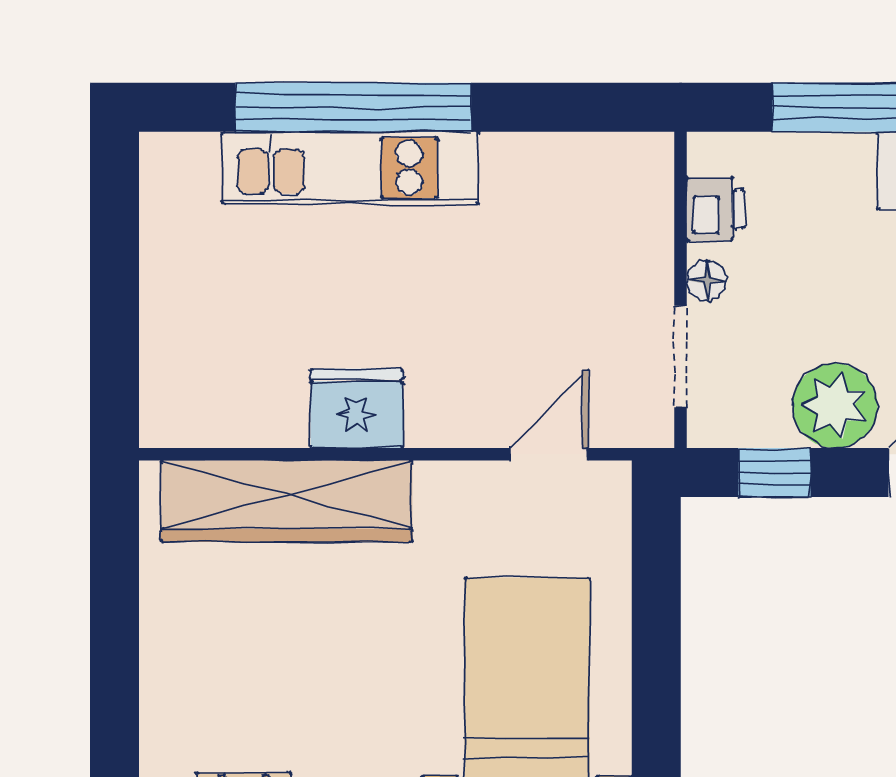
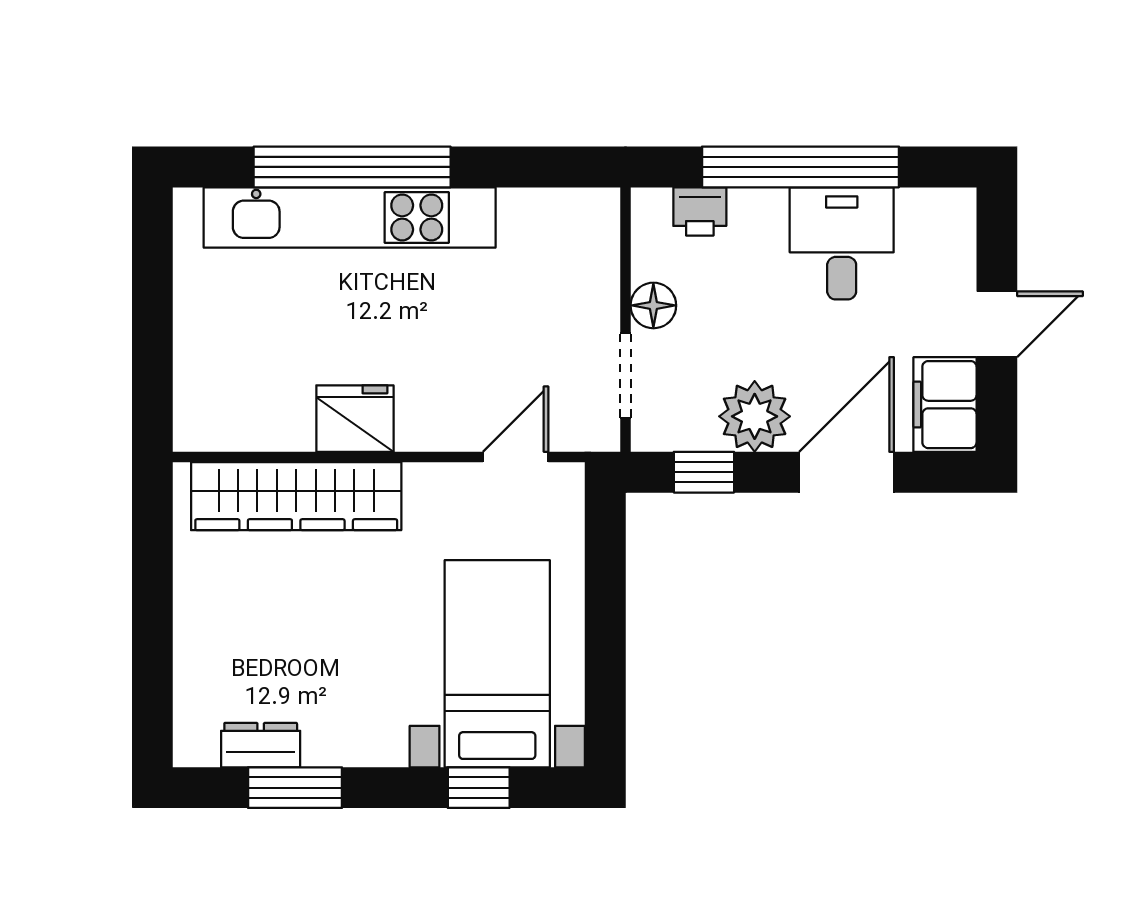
kitchen unit: (350, 168) -> (350, 217), width x1.36
printer: (716, 209) -> (700, 211), moved, turned 90
floor lamp: (707, 280) -> (653, 305), width x1.37, depth x1.37

